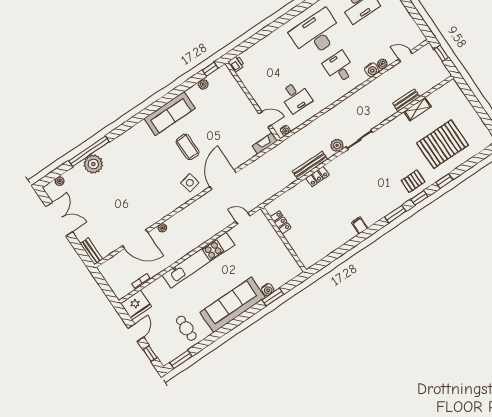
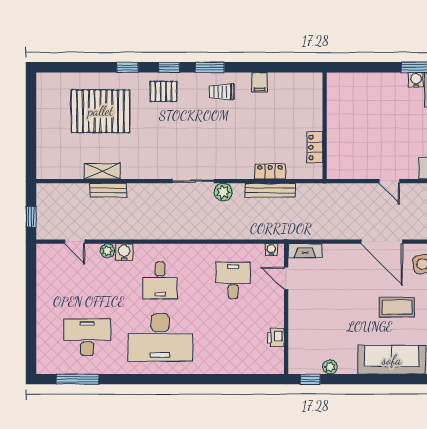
printer: (236, 64) -> (276, 338), moved
coffee table: (188, 147) -> (397, 307), turned 90
door: (223, 180) -> (382, 242), hinge flipped
trolley: (378, 204) -> (222, 92), added
locker: (281, 222) -> (315, 147), moved
wall: (283, 239) -> (325, 126), moved

